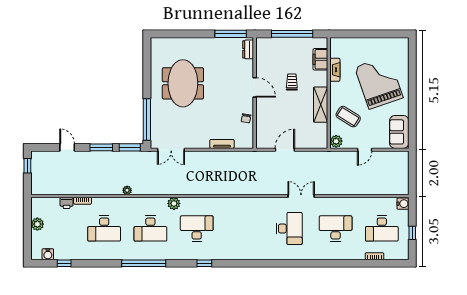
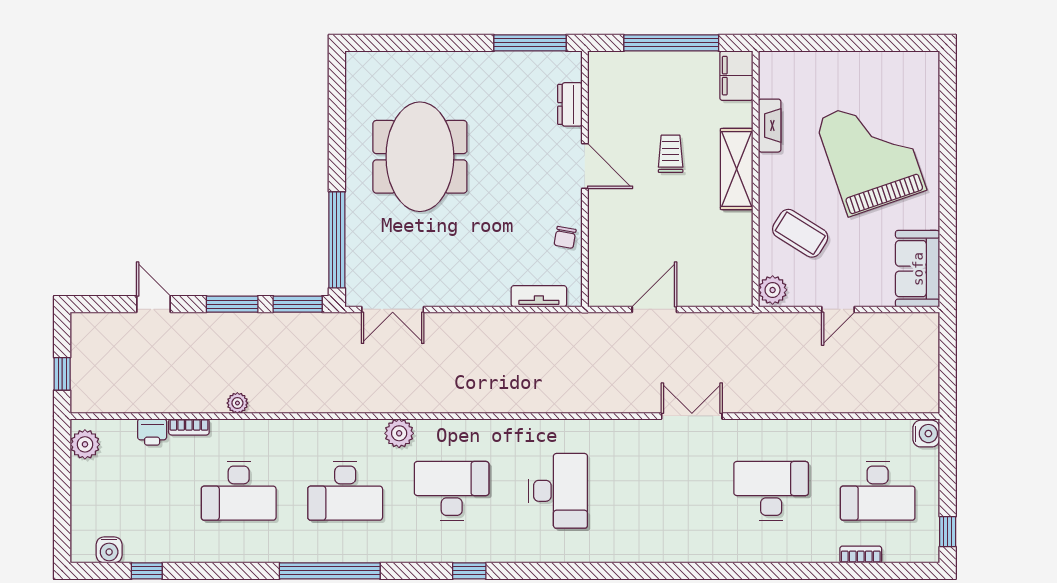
dresser: (248, 49) -> (570, 104), moved
filing cabinet: (320, 59) -> (736, 76), moved
shelving: (321, 105) -> (737, 169), moved
tv unit: (222, 144) -> (539, 296), moved
window: (27, 166) -> (62, 374), moved
plant: (127, 190) -> (237, 403), moved
plant: (37, 224) -> (85, 444), moved
desk: (289, 228) -> (558, 491), moved
window: (412, 233) -> (948, 532), moved

